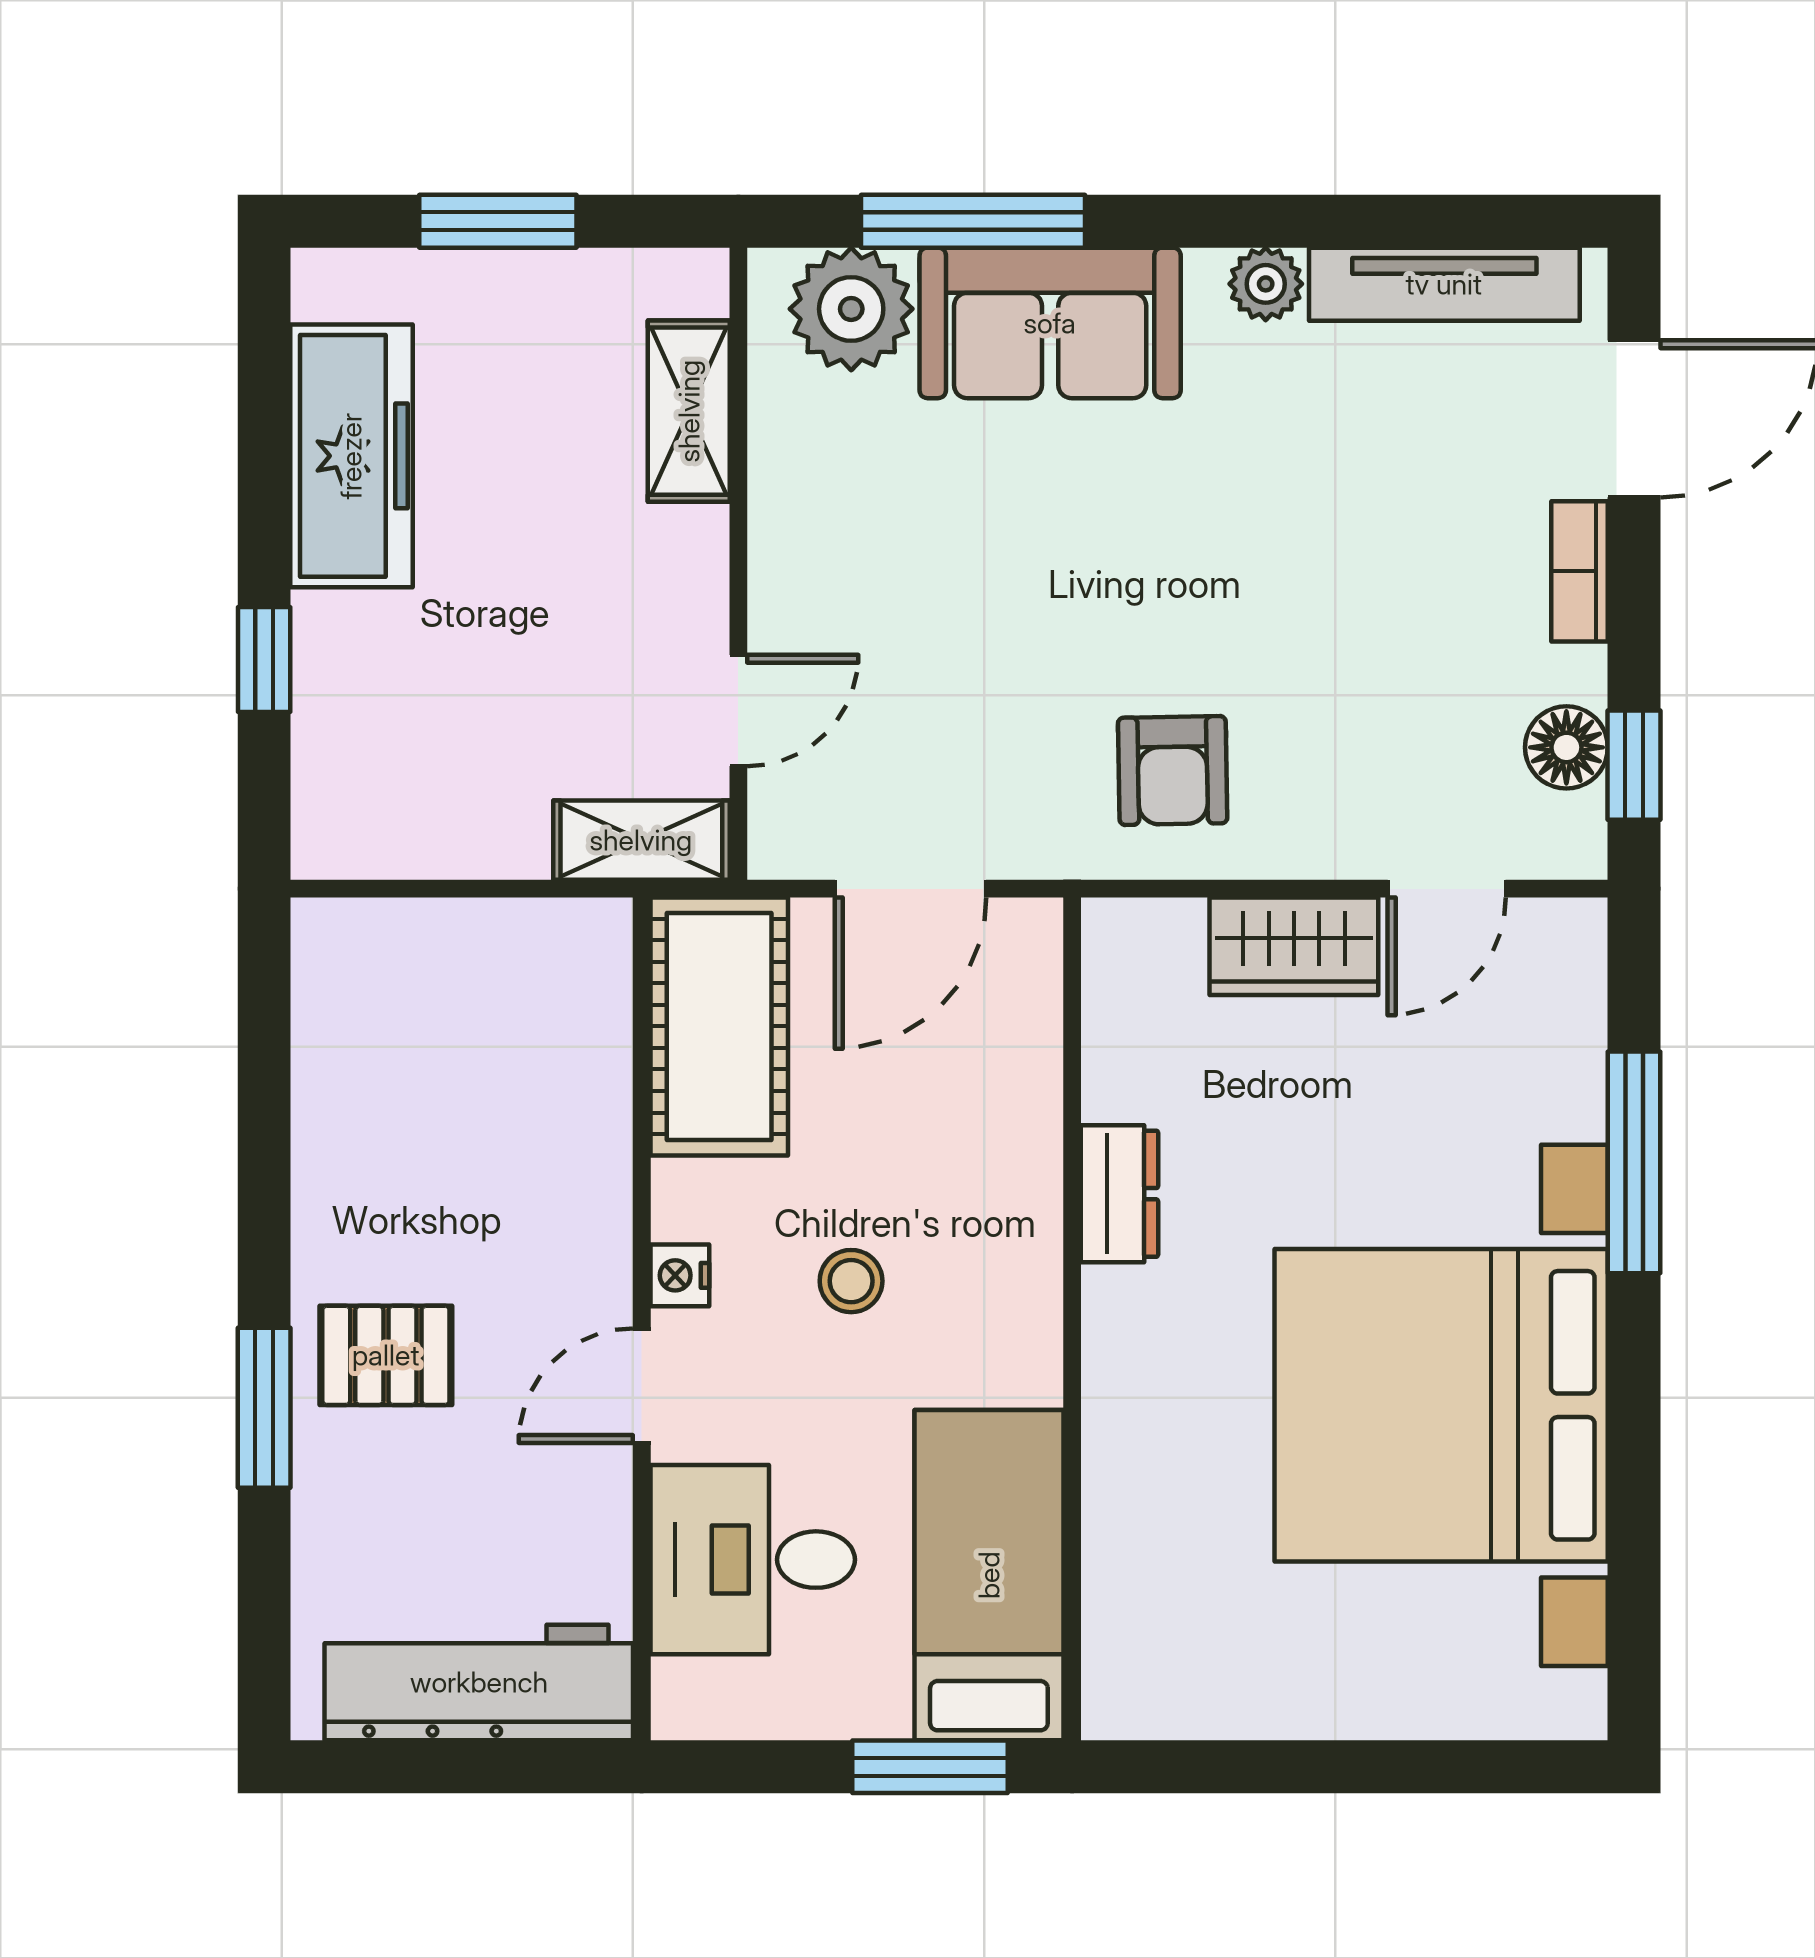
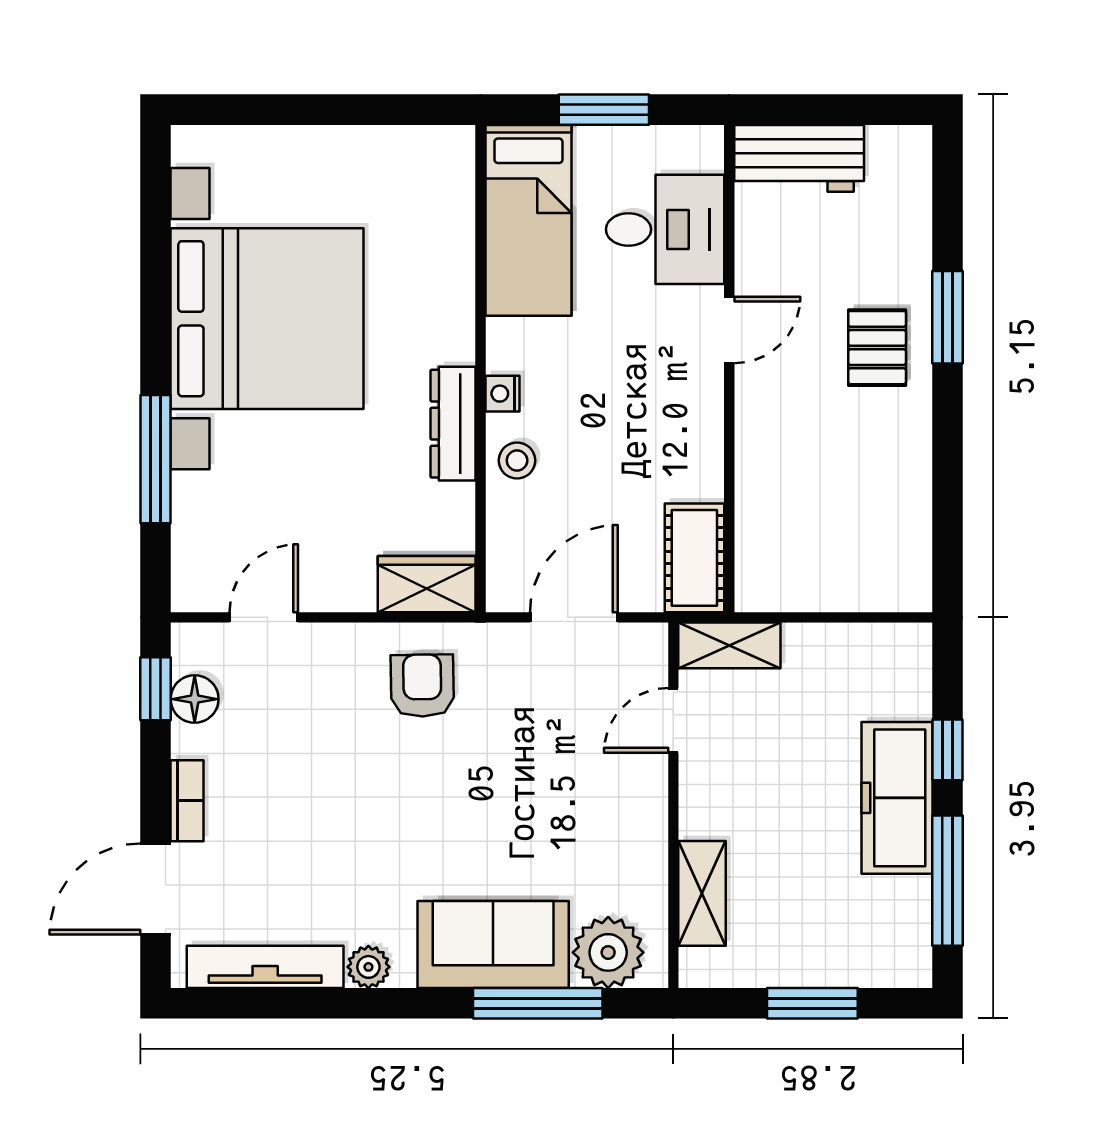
window: (264, 433) -> (947, 881), added
freezer: (351, 456) -> (897, 798), moved
wardrobe: (1294, 946) -> (427, 584), moved
cot: (719, 1026) -> (694, 558), width x0.73, depth x0.75
dresser: (1119, 1194) -> (453, 424), width x1.44
nightstand: (680, 1275) -> (502, 394), moved, turned 180
stool: (851, 1281) -> (517, 461), moved
pallet: (386, 1355) -> (877, 348), turned 90
workbench: (479, 1682) -> (799, 158), width x0.73
window: (930, 1767) -> (604, 110), moved

